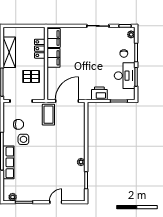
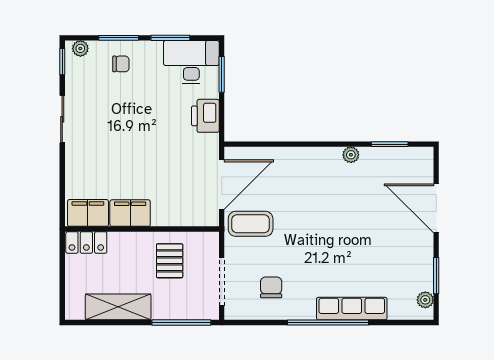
locker: (40, 49) -> (86, 242), moved
desk: (125, 76) -> (191, 62), moved
door: (67, 101) -> (222, 185), swing flipped
side table: (23, 139) -> (303, 277), removed
door: (56, 202) -> (436, 208), width x1.88

